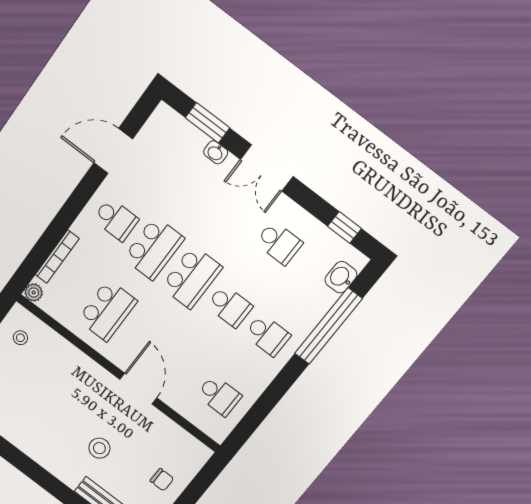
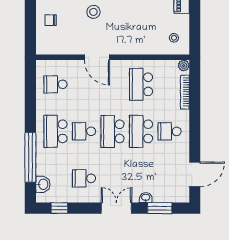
door: (113, 151) -> (195, 174), moved
school desk: (267, 335) -> (55, 131), width x1.85

